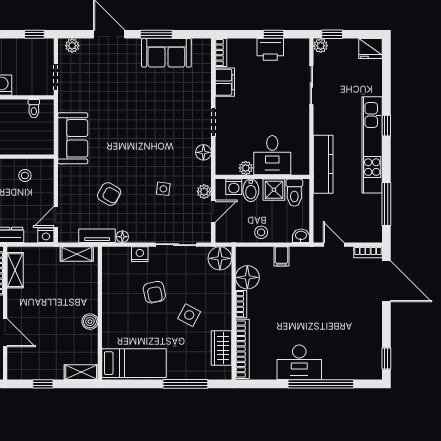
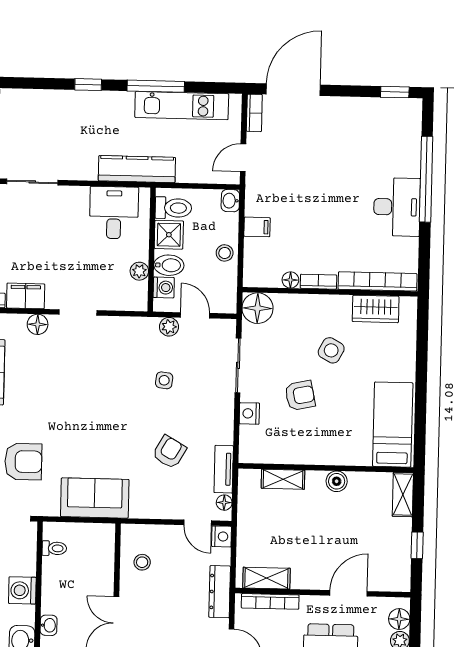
armchair: (99, 84) -> (23, 462), added
kitchen unit: (372, 145) -> (182, 106), moved, width x0.73
floor lamp: (203, 152) -> (38, 324), moved
desk: (272, 155) -> (114, 213), moved, turned -90
window: (386, 204) -> (156, 86), moved
floor lamp: (122, 237) -> (224, 503), moved
shelving: (77, 254) -> (283, 479), moved, turned 90
floor lamp: (247, 277) -> (290, 280), width x0.53, depth x0.53
window: (185, 384) -> (422, 358), removed

